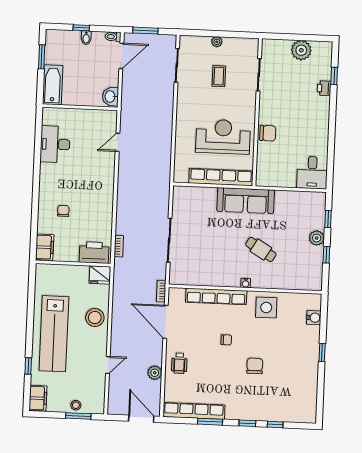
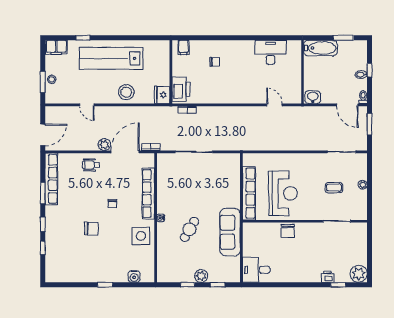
plant: (301, 50) -> (359, 274), moved
sofa: (246, 201) -> (230, 232), moved
filing cabinet: (45, 247) -> (184, 47), width x0.50
plant: (155, 373) -> (104, 145), moved

